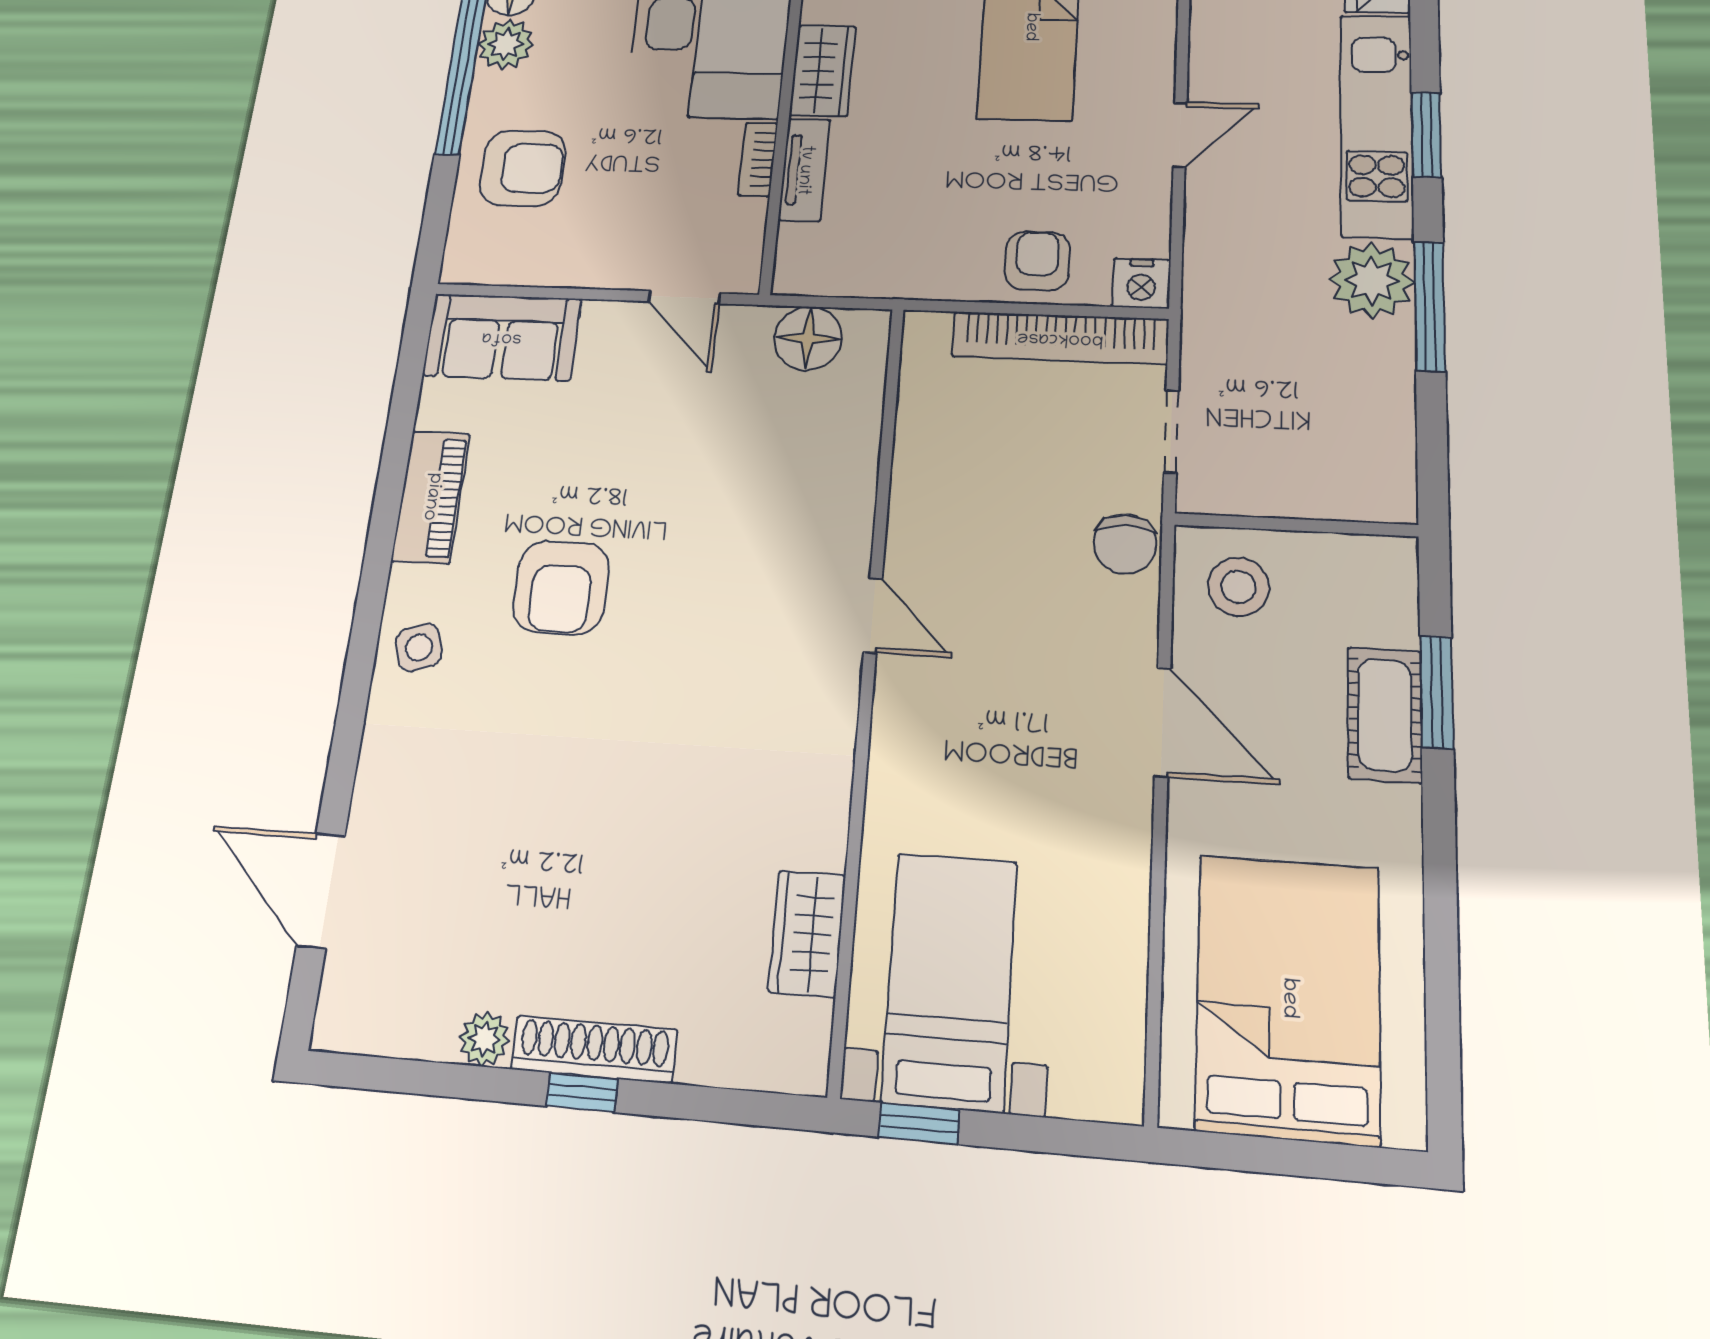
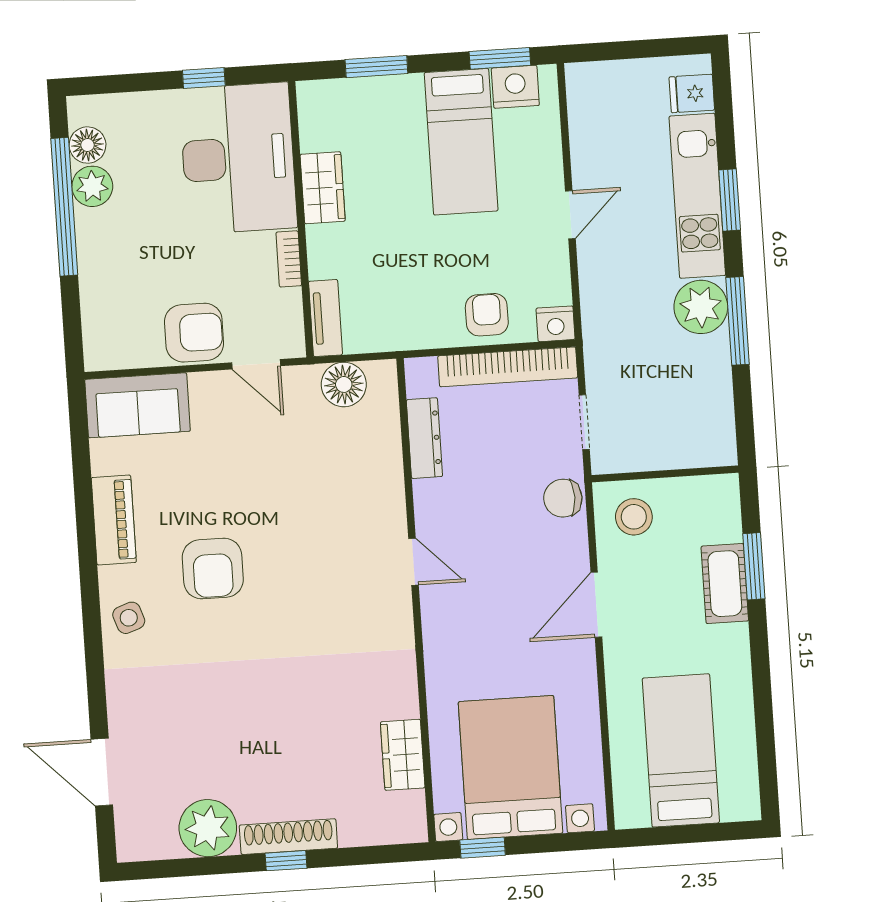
armchair: (523, 168) -> (194, 333), moved
tv unit: (804, 170) -> (325, 318), moved
dresser: (918, 429) -> (424, 438), added
chair: (1125, 544) -> (563, 498), turned 90
door: (1163, 722) -> (596, 605), swing flipped
bed with nightstands: (950, 981) -> (510, 767), width x1.36
bed: (1288, 998) -> (681, 750), width x0.67
plant: (485, 1039) -> (208, 828), width x1.88, depth x1.88

